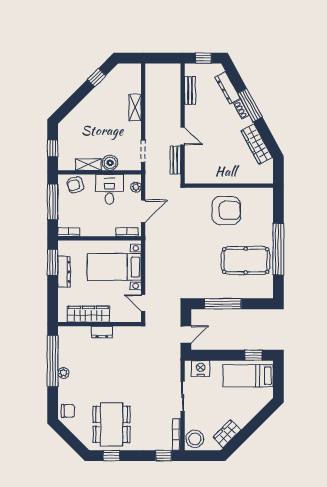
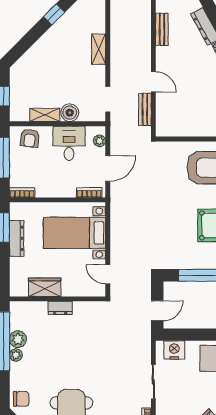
armchair: (75, 185) -> (30, 138), turned -68
wardrobe: (88, 314) -> (45, 287), width x0.67
plant: (65, 359) -> (18, 339), added

